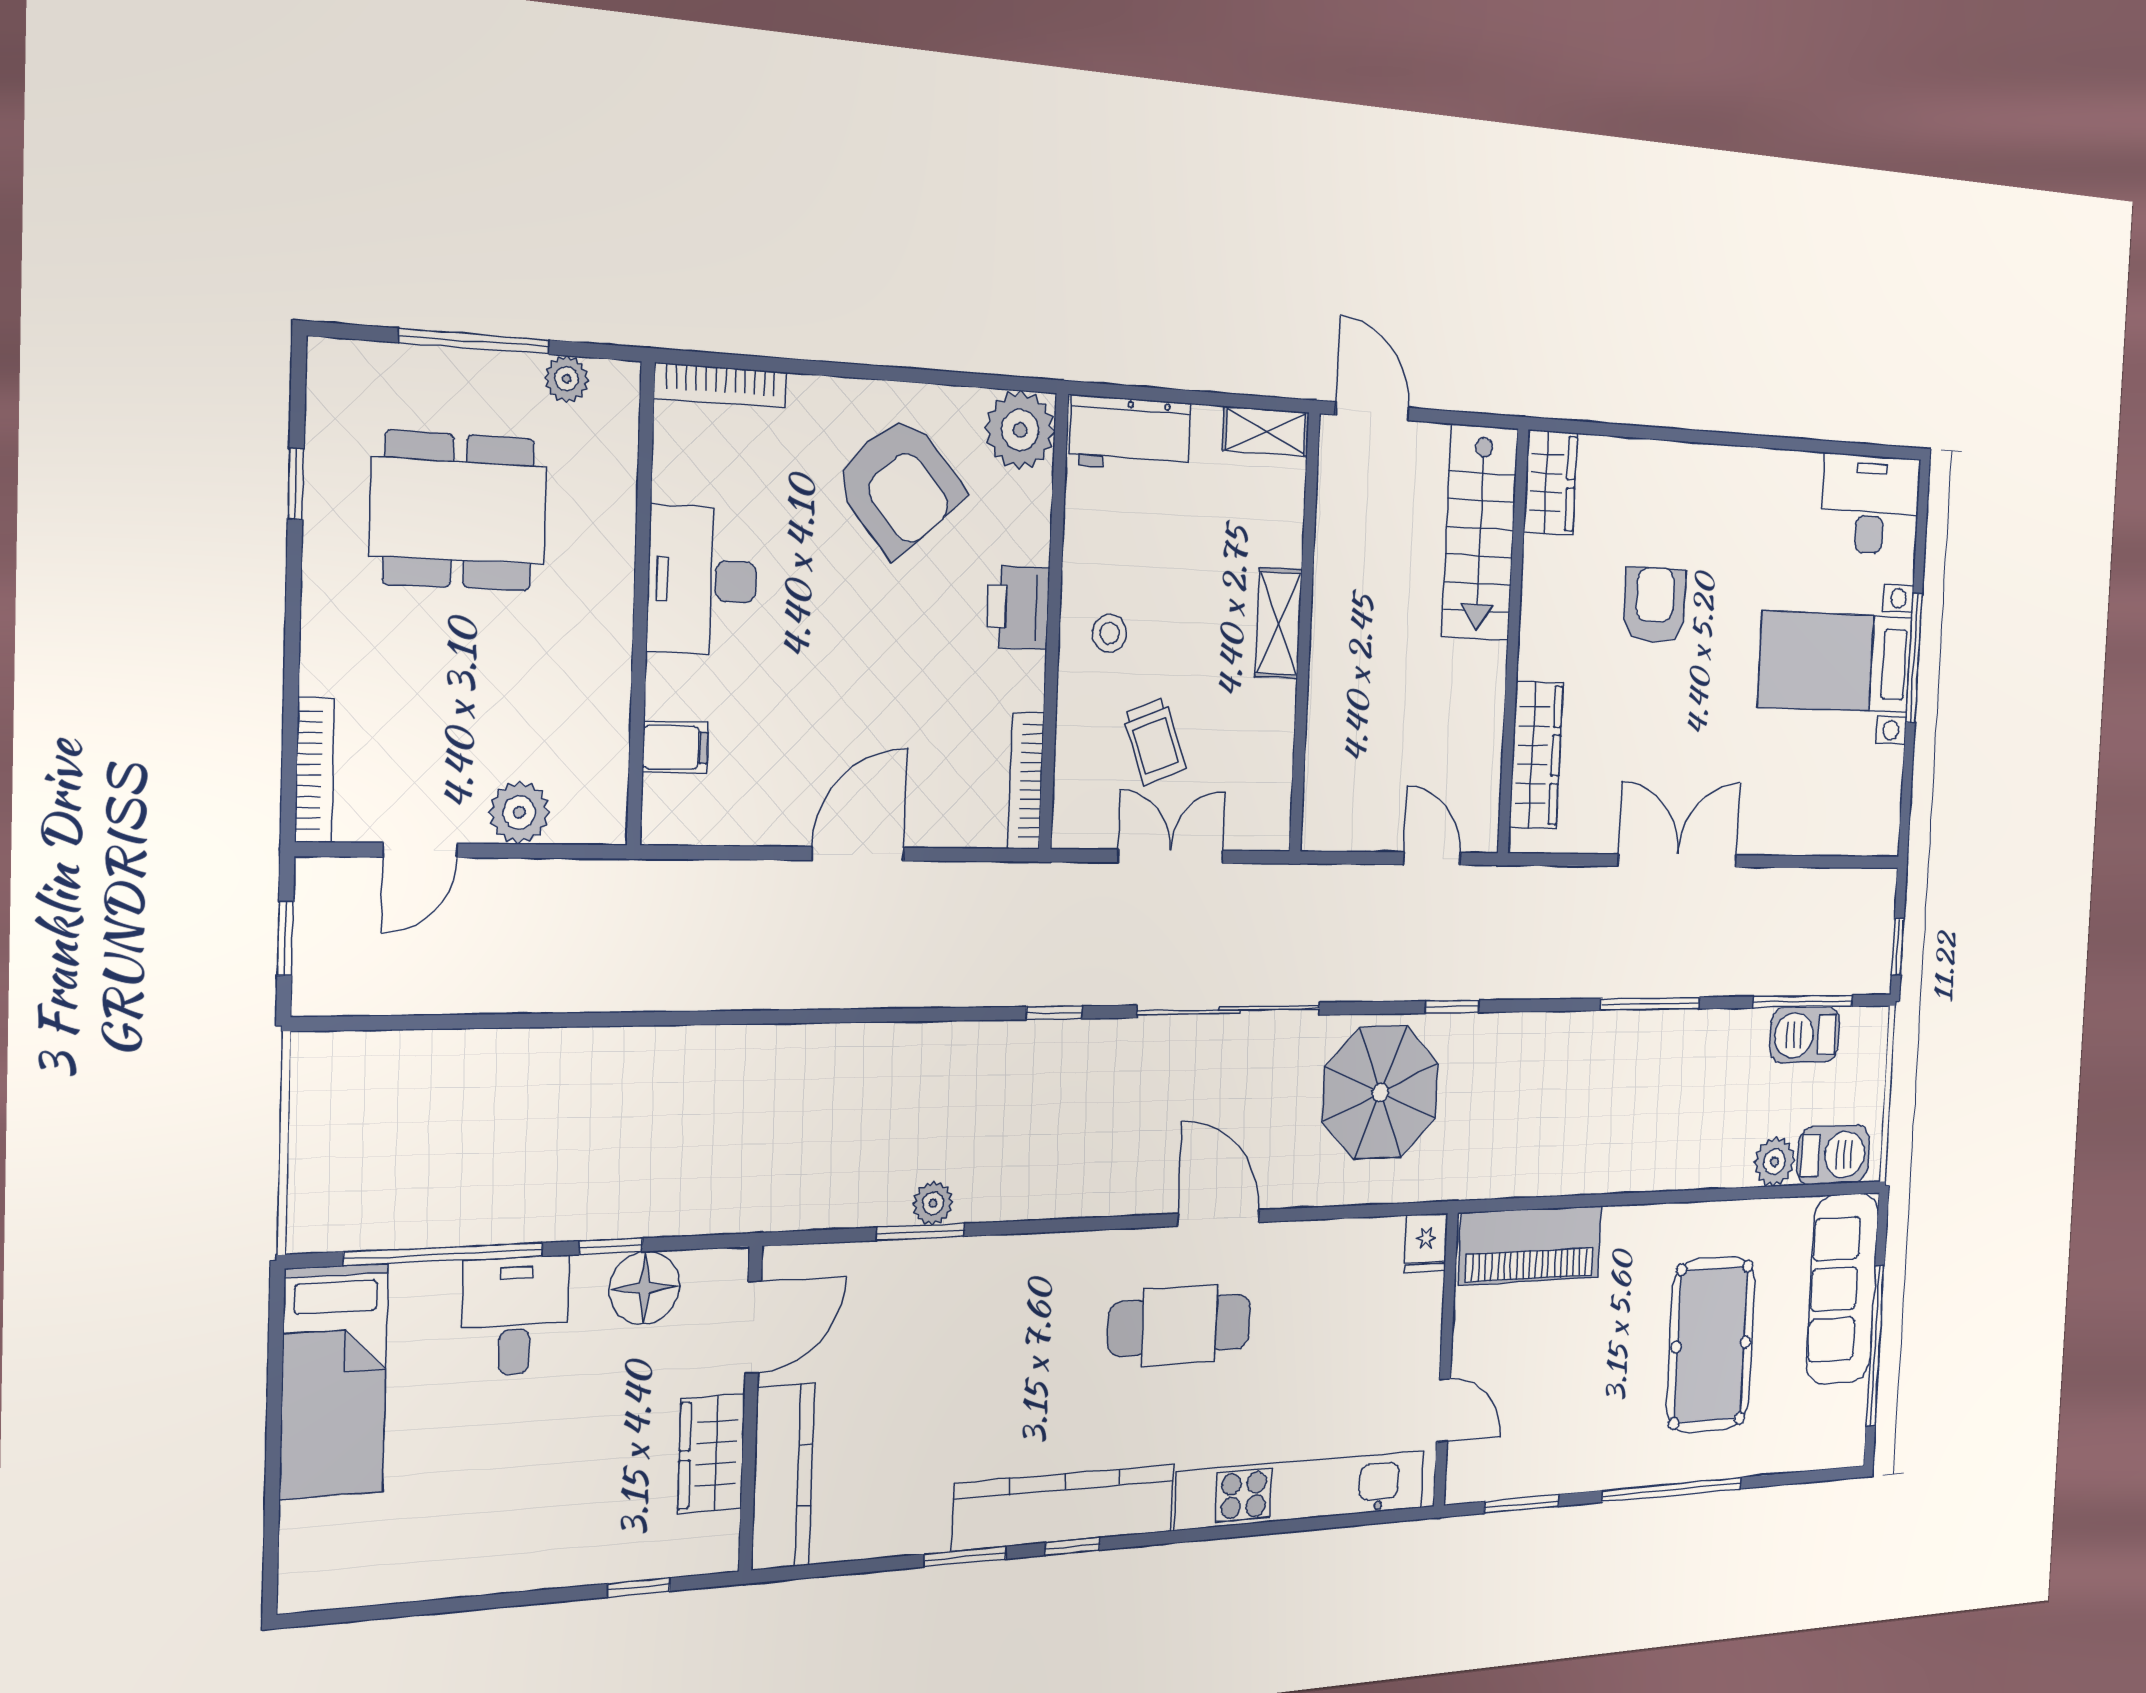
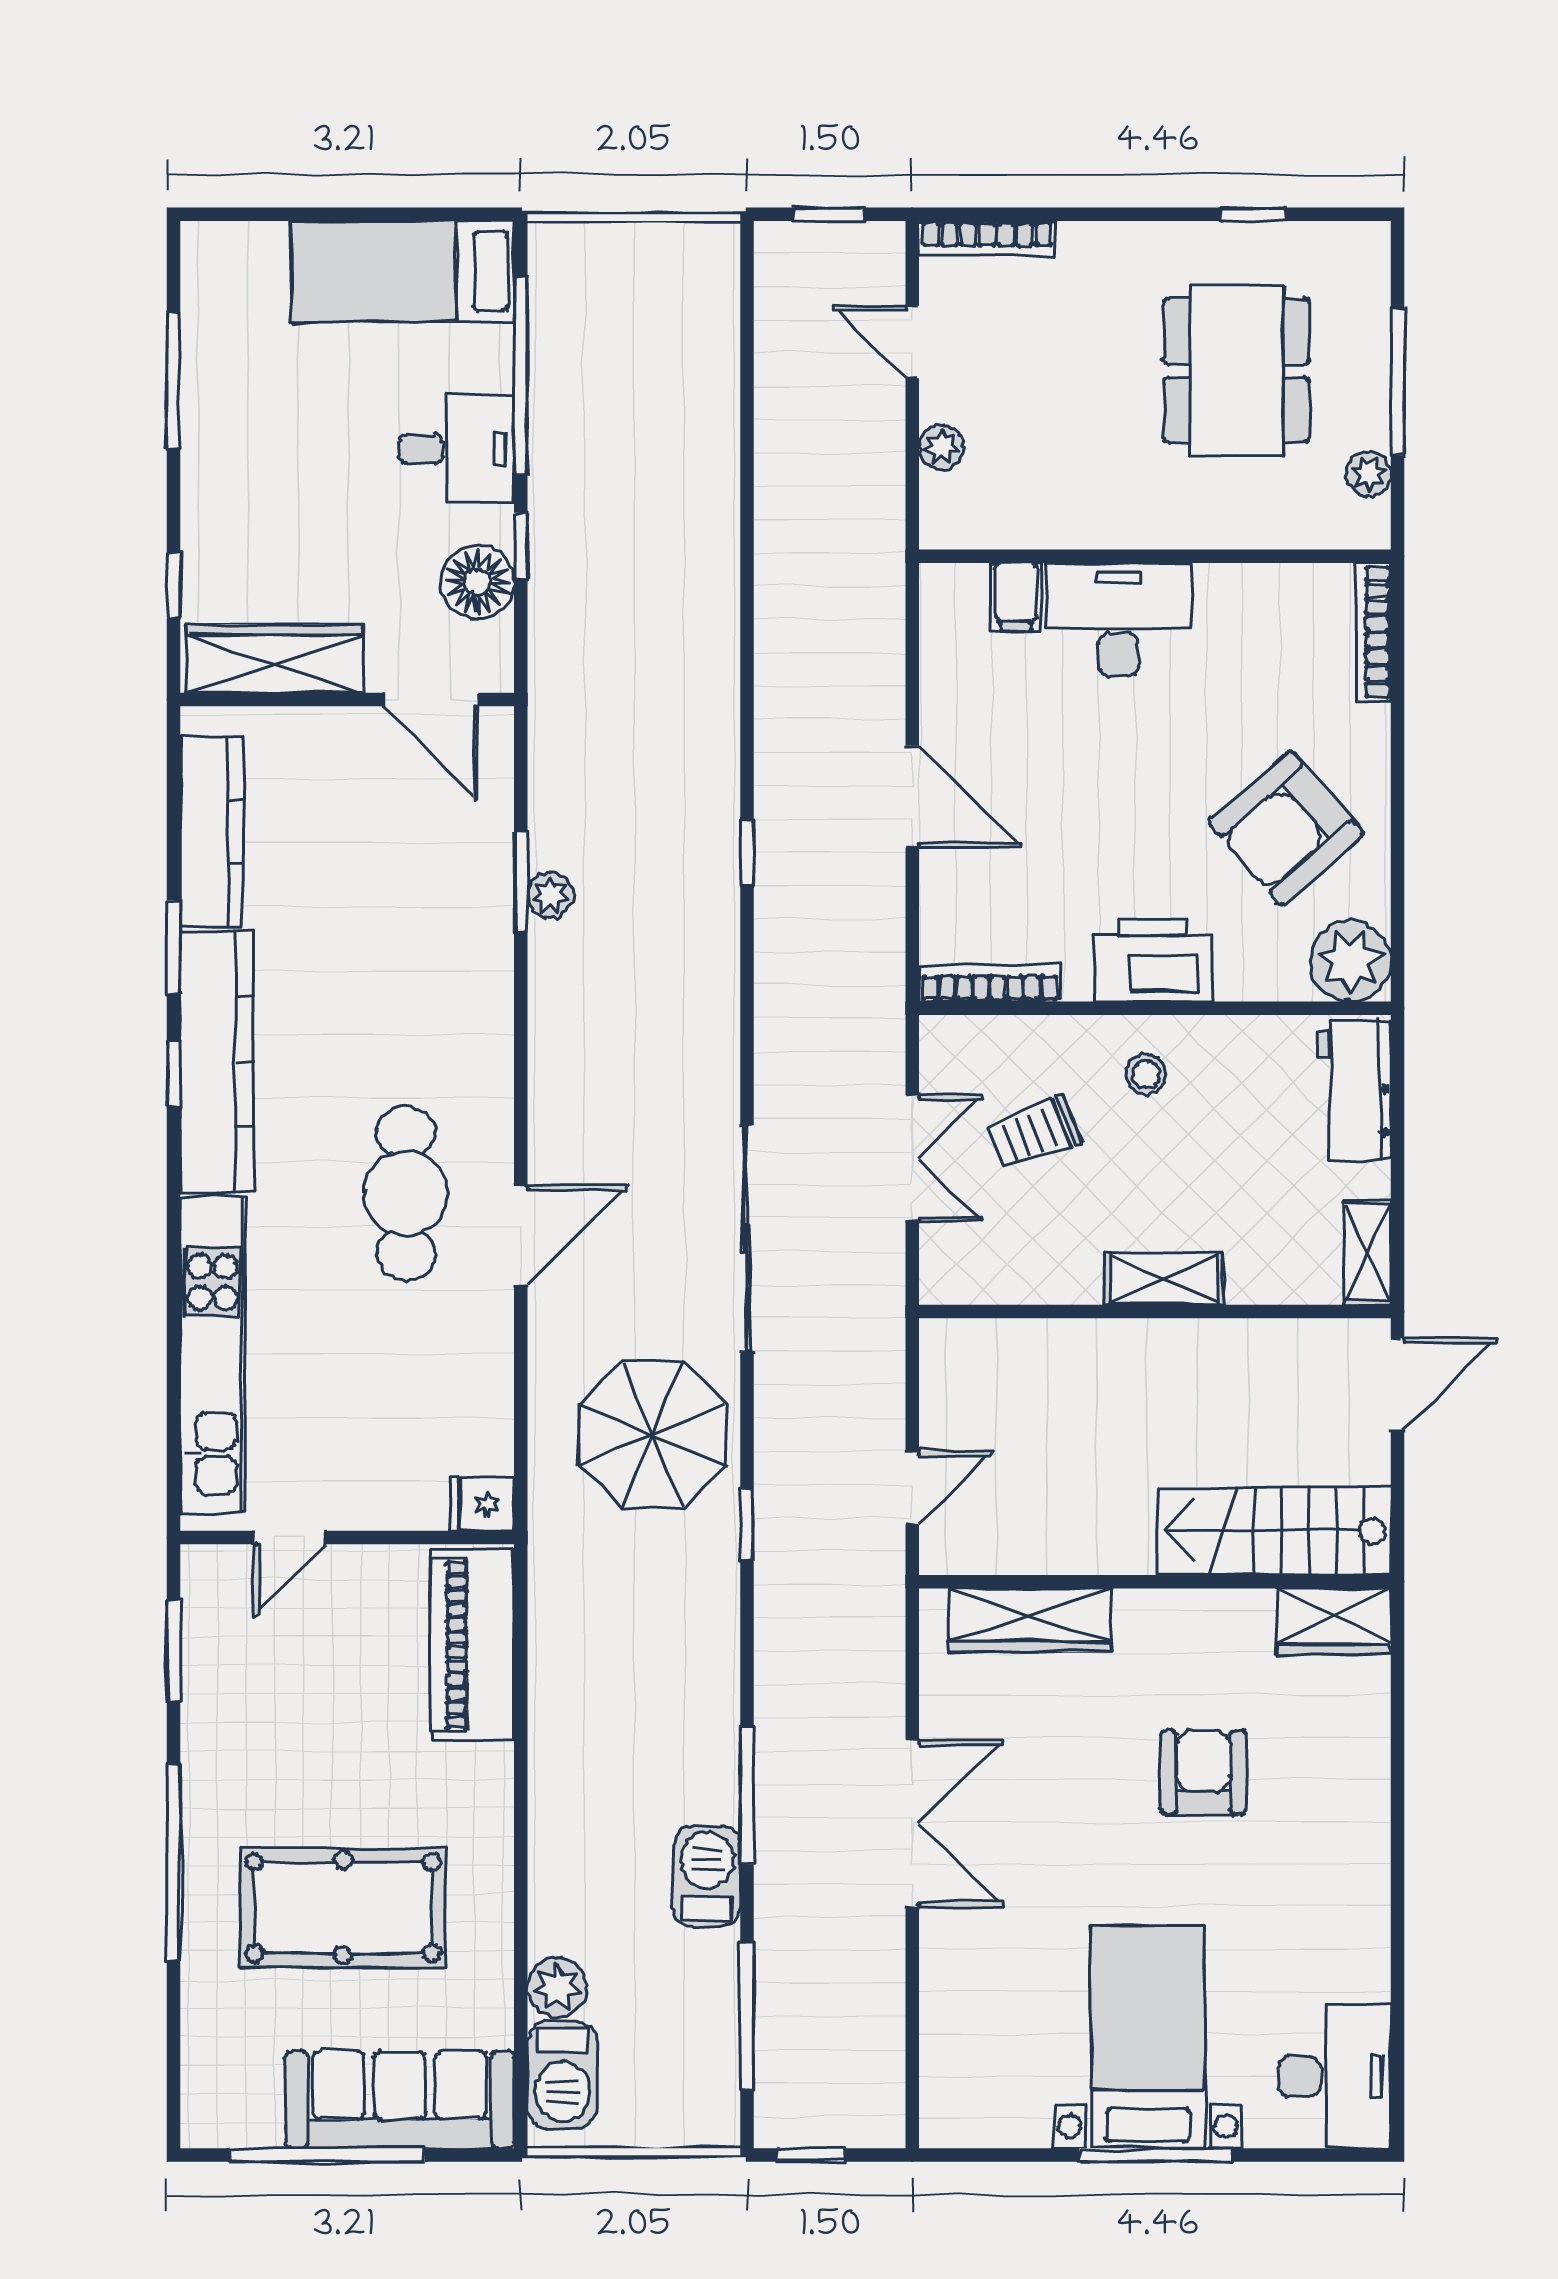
desk: (702, 580) -> (1118, 620), moved
armchair: (1655, 605) -> (1204, 1773), turned -90
printer: (1018, 607) -> (1153, 960), width x1.37, depth x1.19
plant: (519, 812) -> (941, 447), width x0.73, depth x0.73
window: (1054, 1013) -> (747, 853), moved
barbecue: (1805, 1035) -> (707, 1876), moved
wardrobe: (711, 1454) -> (275, 659), width x1.50
kitchen counter: (783, 1477) -> (212, 832), moved, turned -90
window: (440, 1606) -> (173, 381), added

